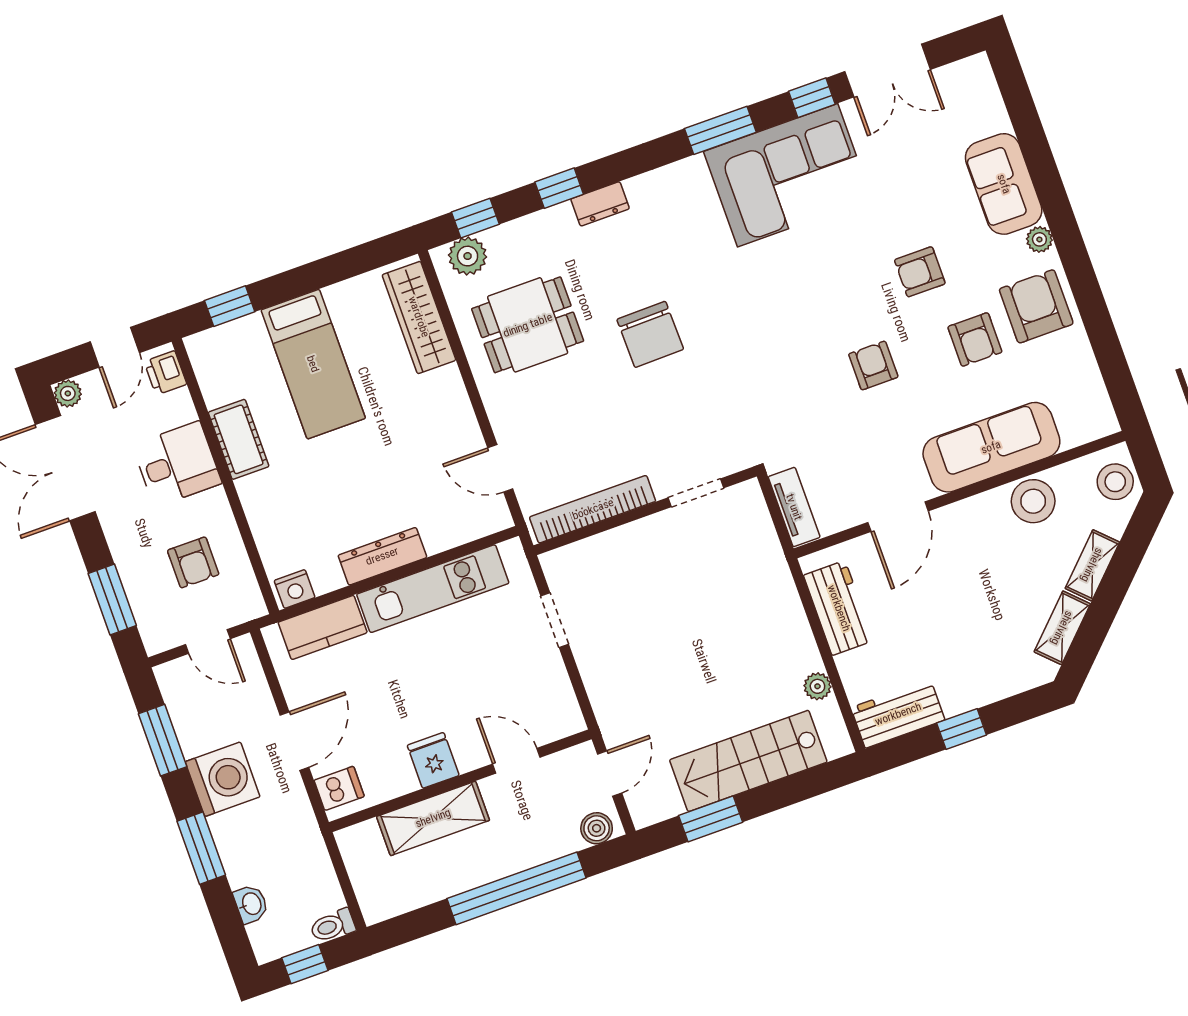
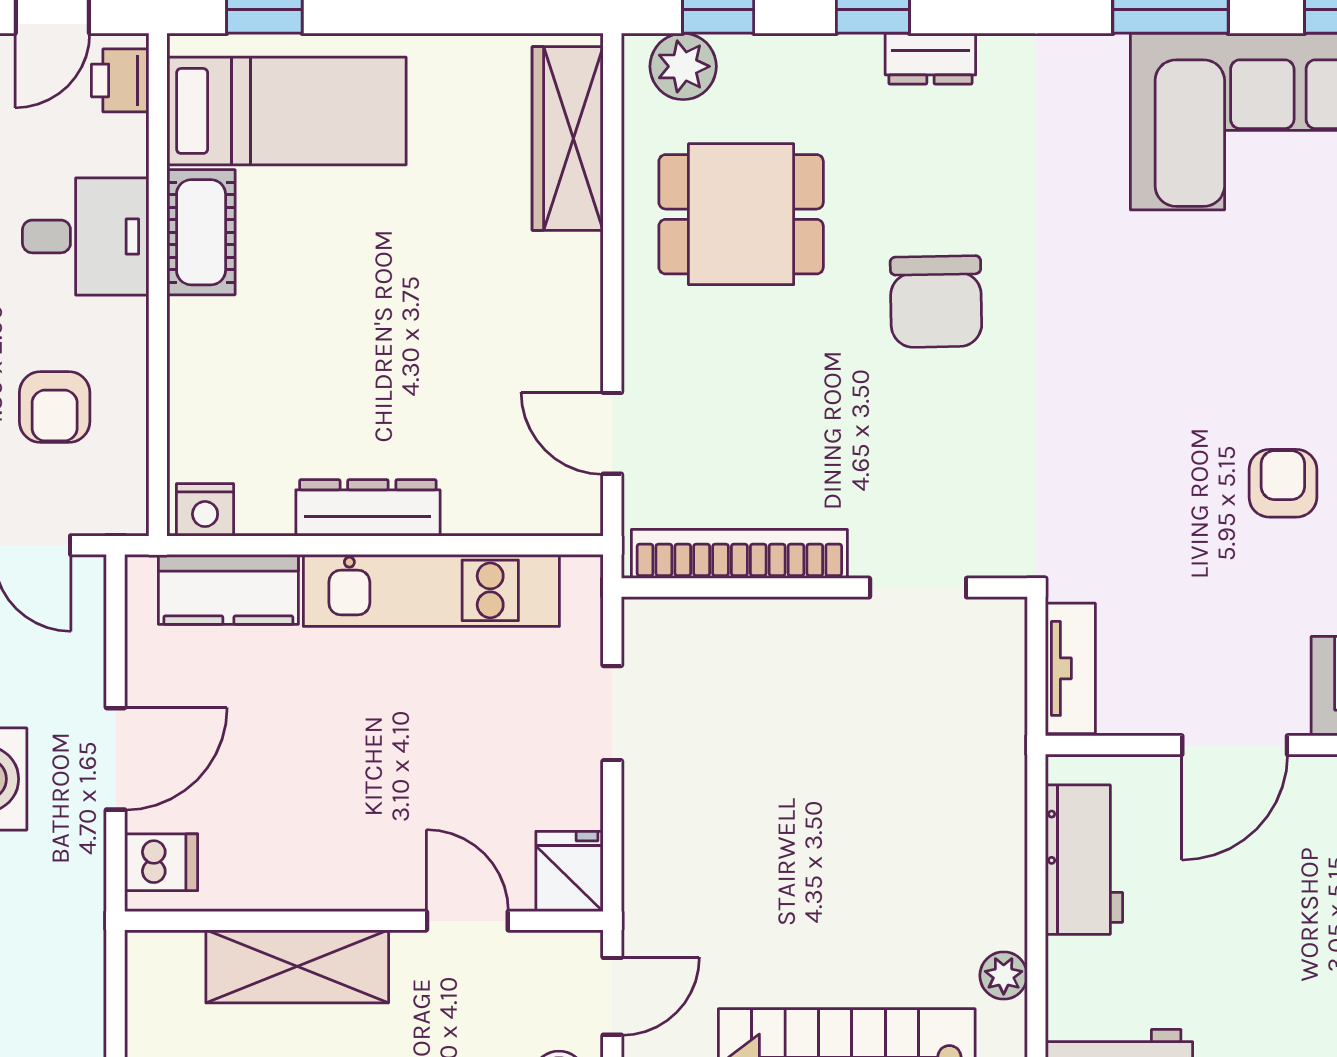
bed: (313, 364) -> (287, 111), moved, turned -90
fridge: (433, 760) -> (569, 871), moved

